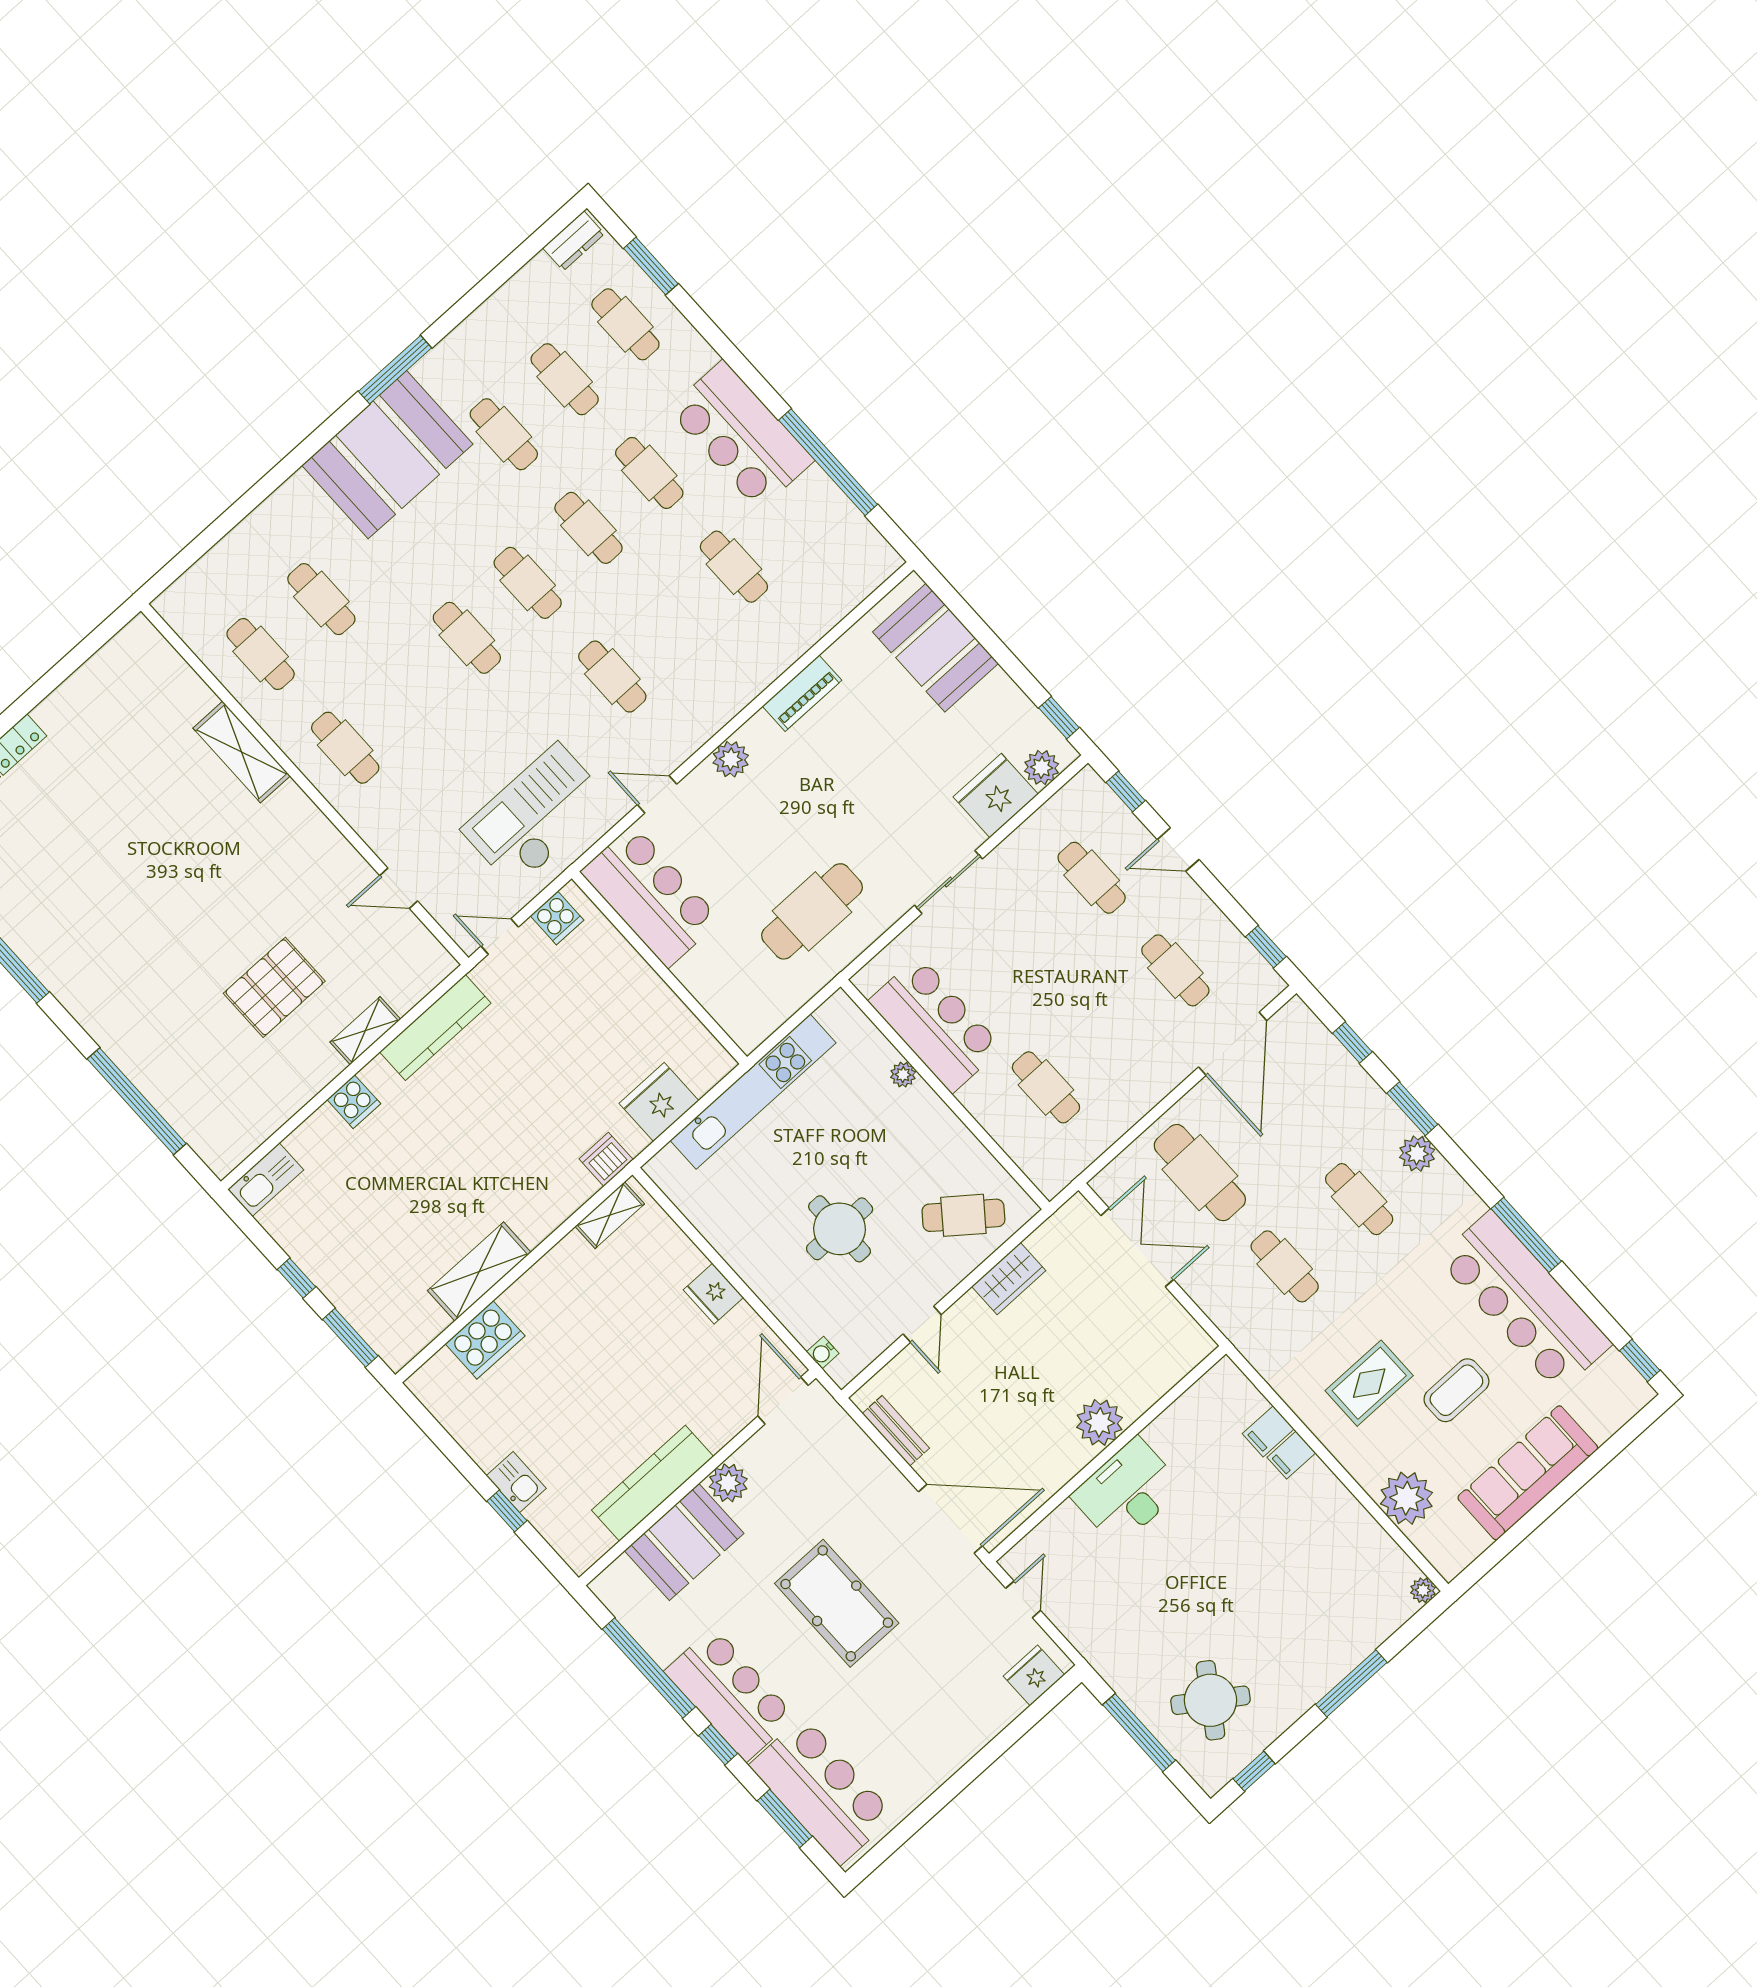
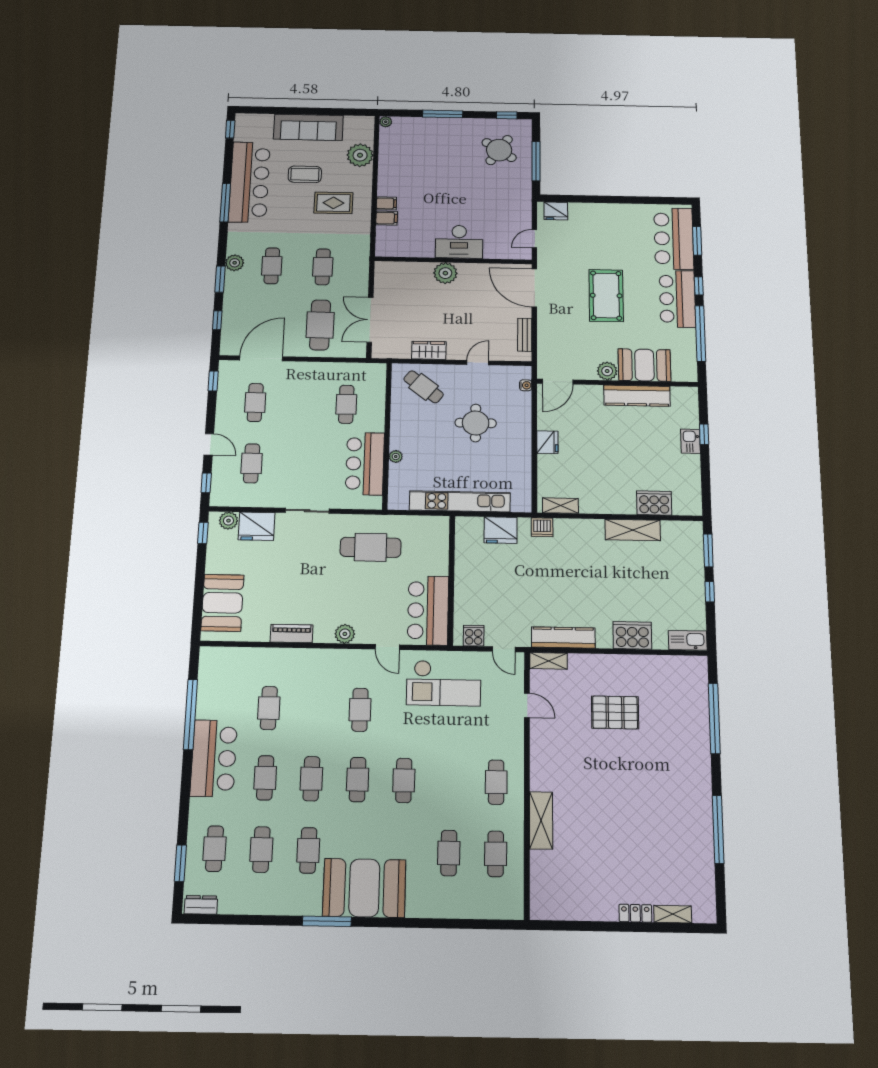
shelving: (365, 1031) -> (548, 661), moved
cooker: (354, 1102) -> (632, 635), width x1.87, depth x1.31

